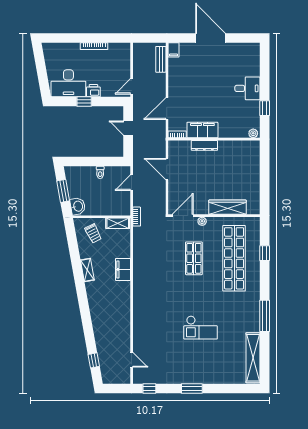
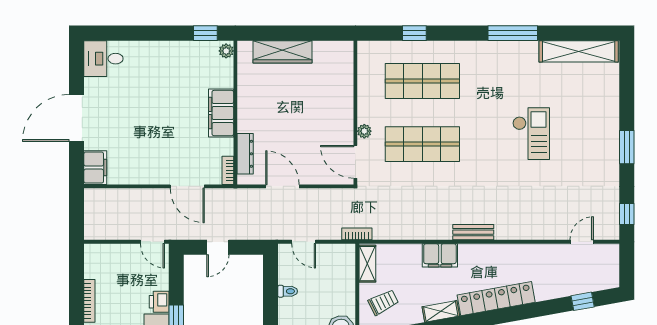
filing cabinet: (174, 50) -> (95, 168), width x2.00
bench: (161, 59) -> (473, 232), moved
desk: (247, 88) -> (103, 59), moved, turned -90
window: (265, 108) -> (205, 33), moved
filing cabinet: (202, 130) -> (221, 113), moved
dresser: (204, 145) -> (245, 154), moved
door: (167, 169) -> (282, 186), swing flipped
wardrobe: (227, 207) -> (282, 52), moved, turned -90
shop shelf: (194, 258) -> (422, 144), width x1.43, depth x1.36
shop shelf: (234, 258) -> (422, 81), width x0.71
locker: (95, 305) -> (496, 299), added

